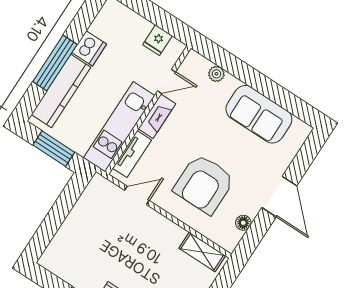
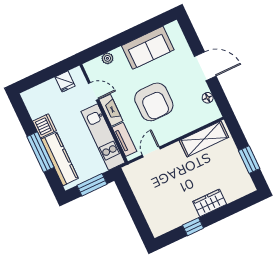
door: (167, 81) -> (93, 91), hinge flipped
armchair: (204, 184) -> (154, 102), moved
shelving: (202, 252) -> (204, 139), width x1.50, depth x1.33

